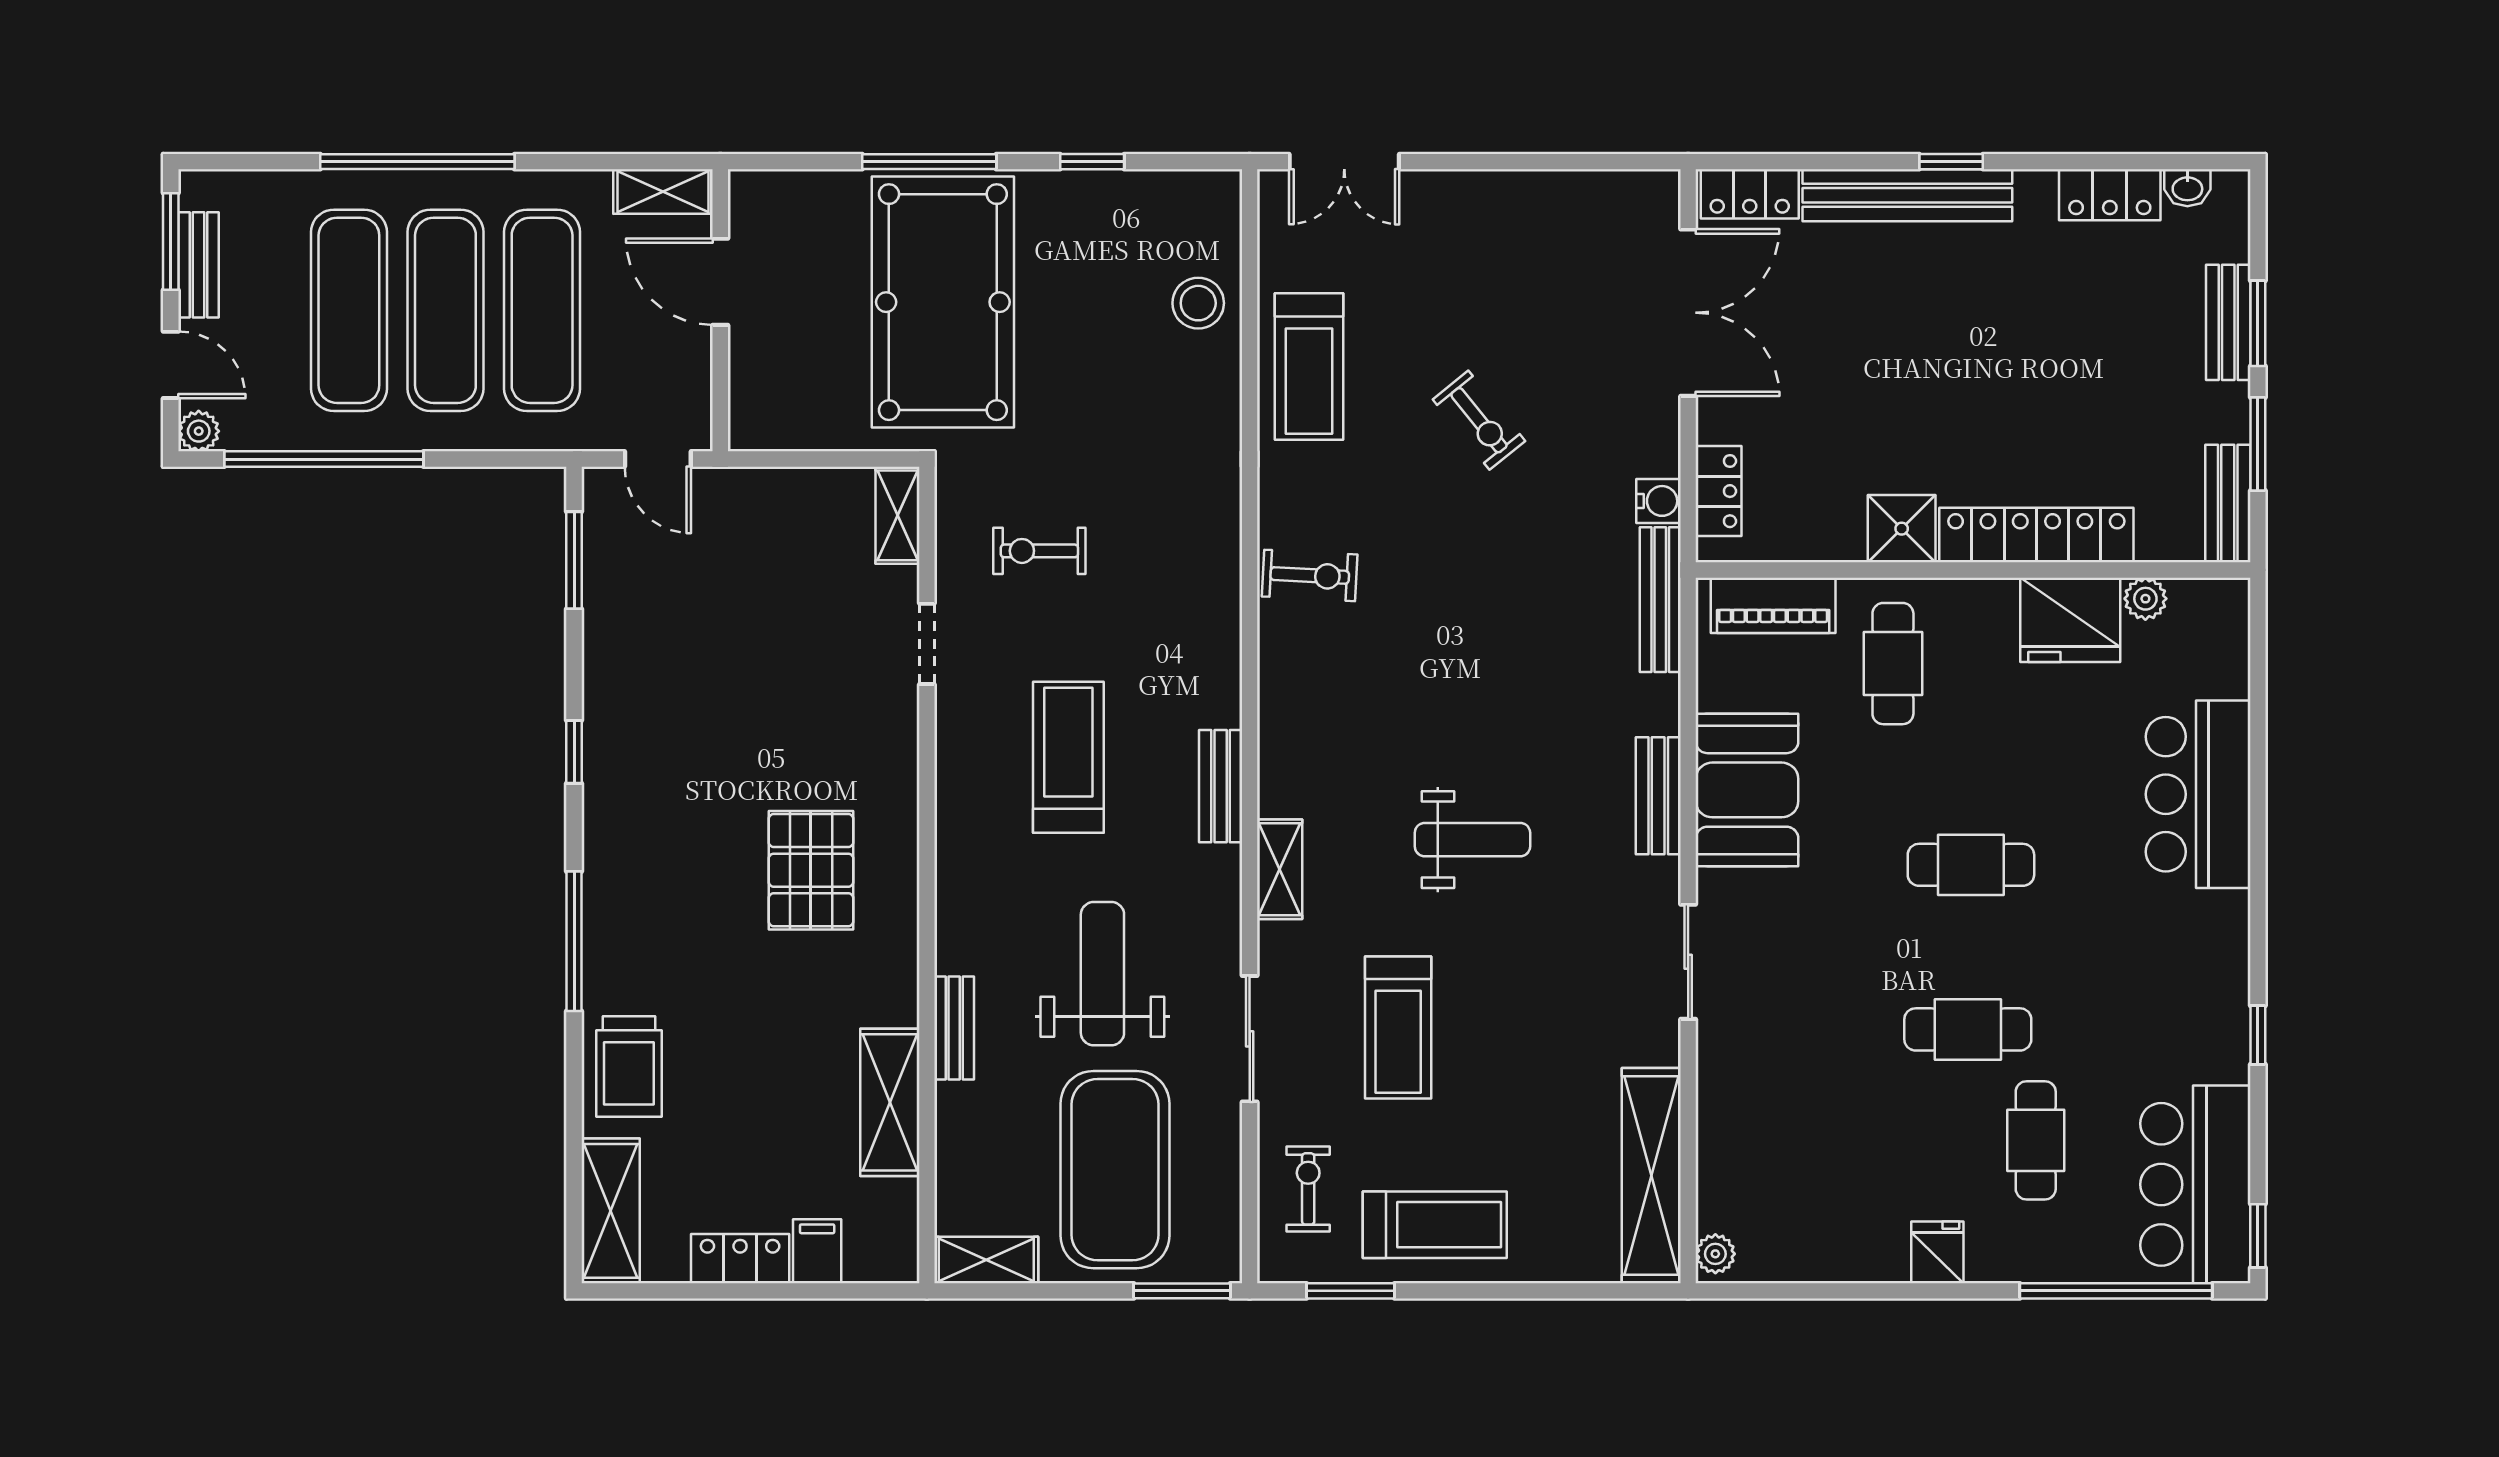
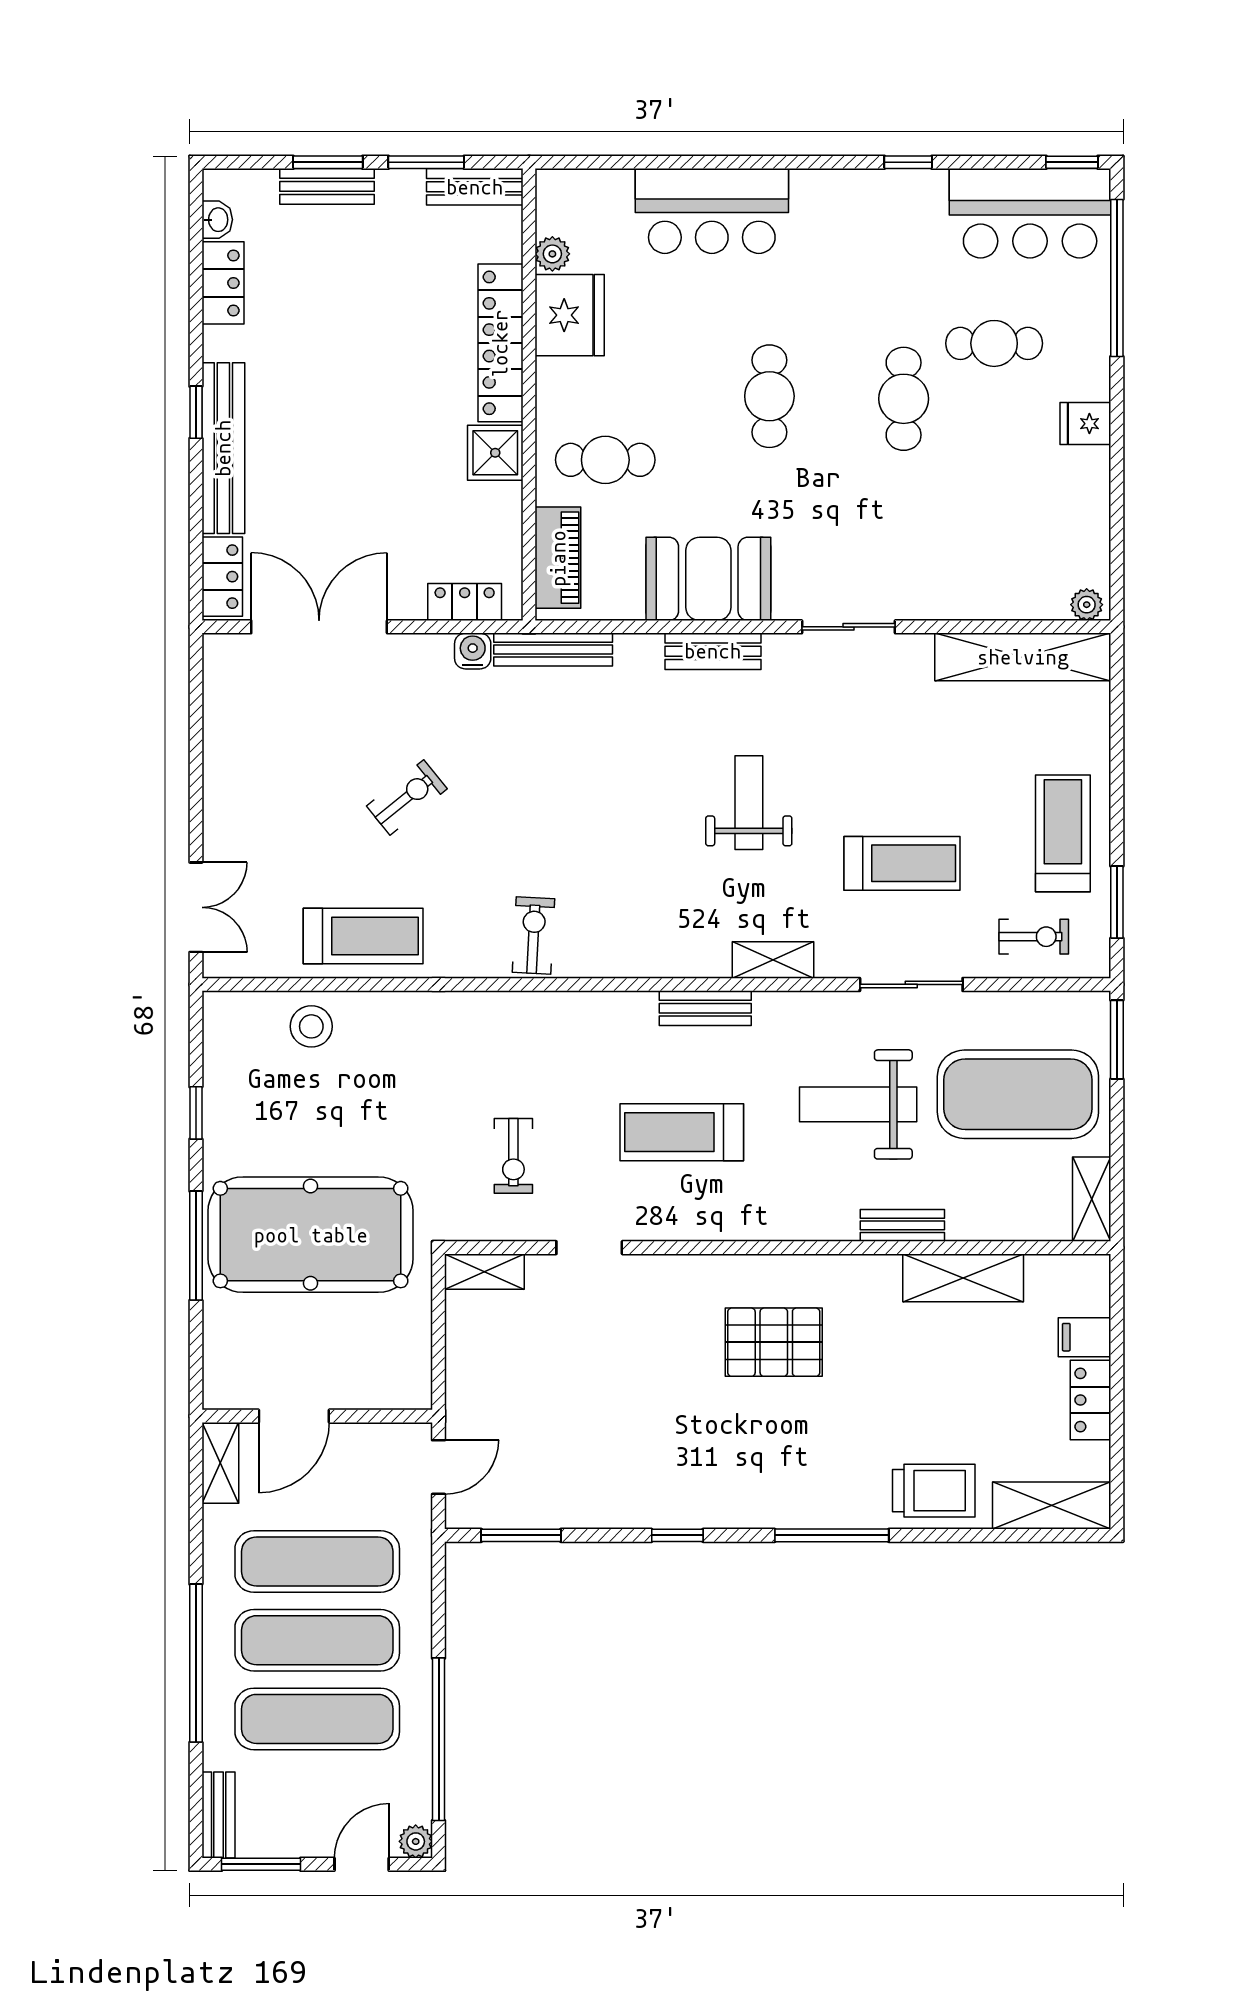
bench: (198, 265) -> (219, 1815), moved, turned 90
exercise bike: (1308, 1189) -> (1034, 937), turned 180

